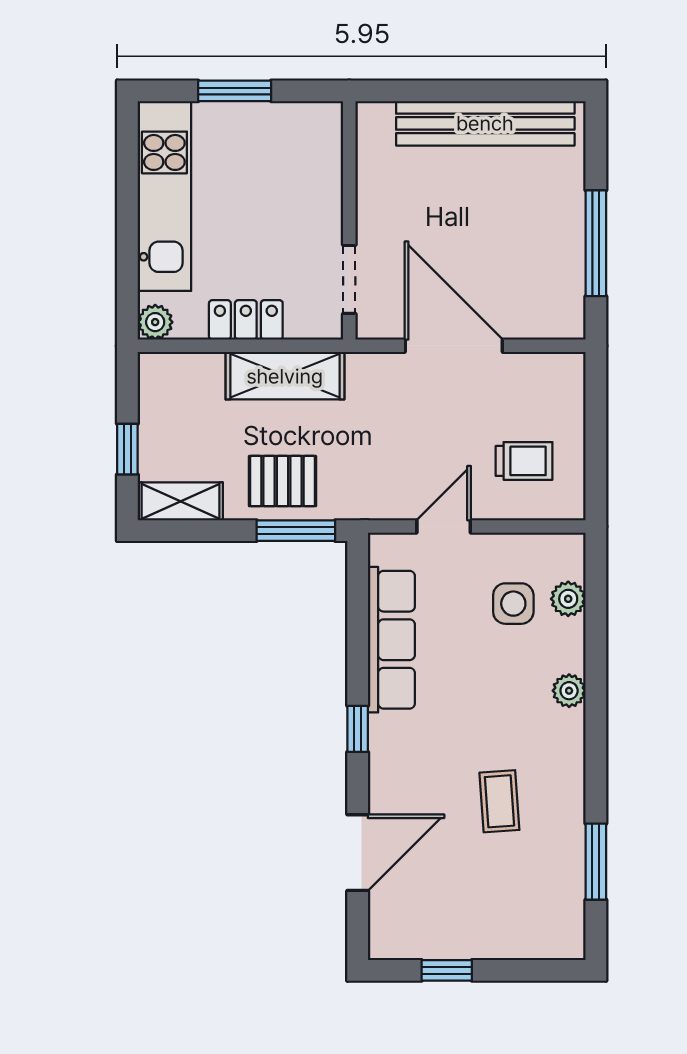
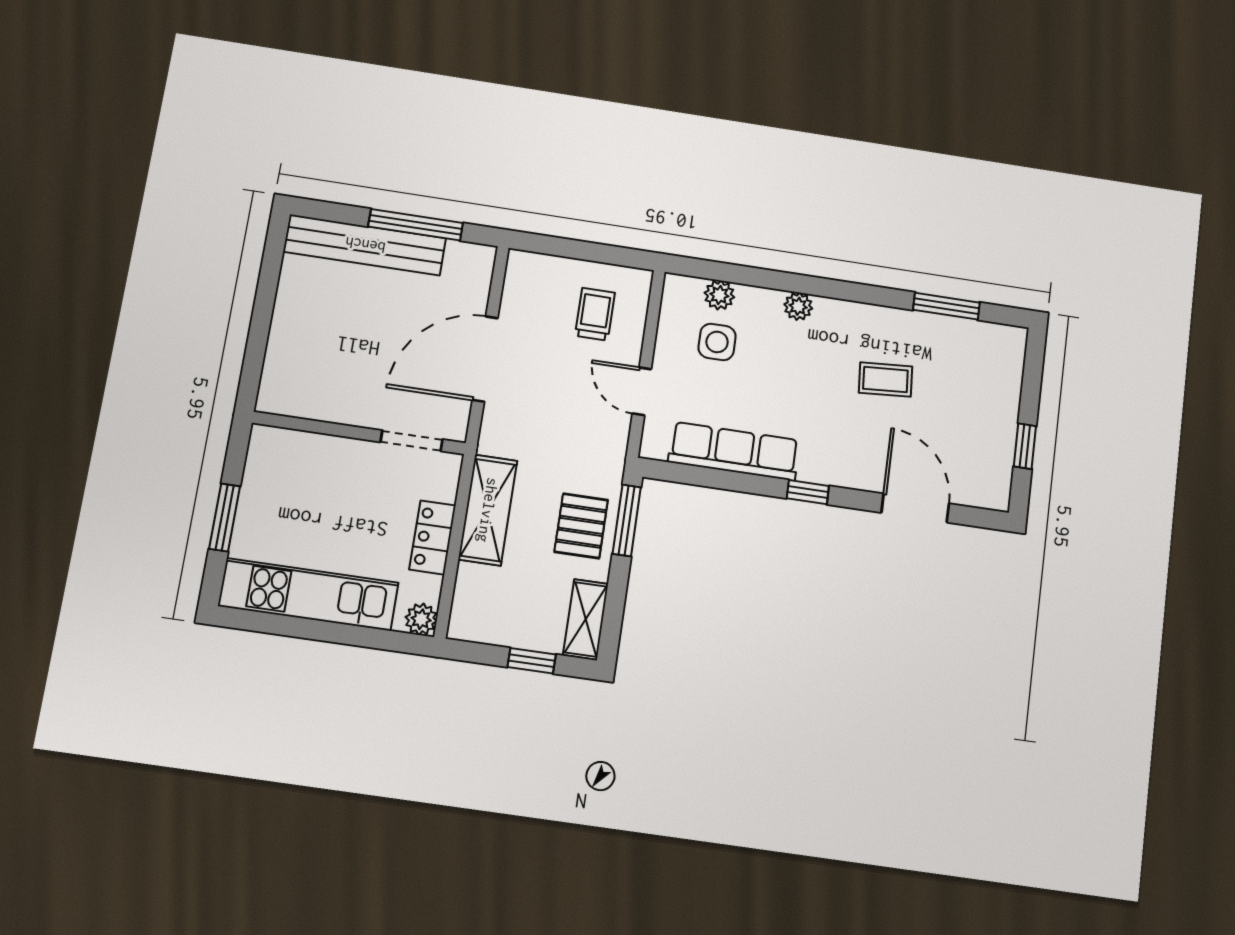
bench: (485, 123) -> (365, 245), moved, turned 90

